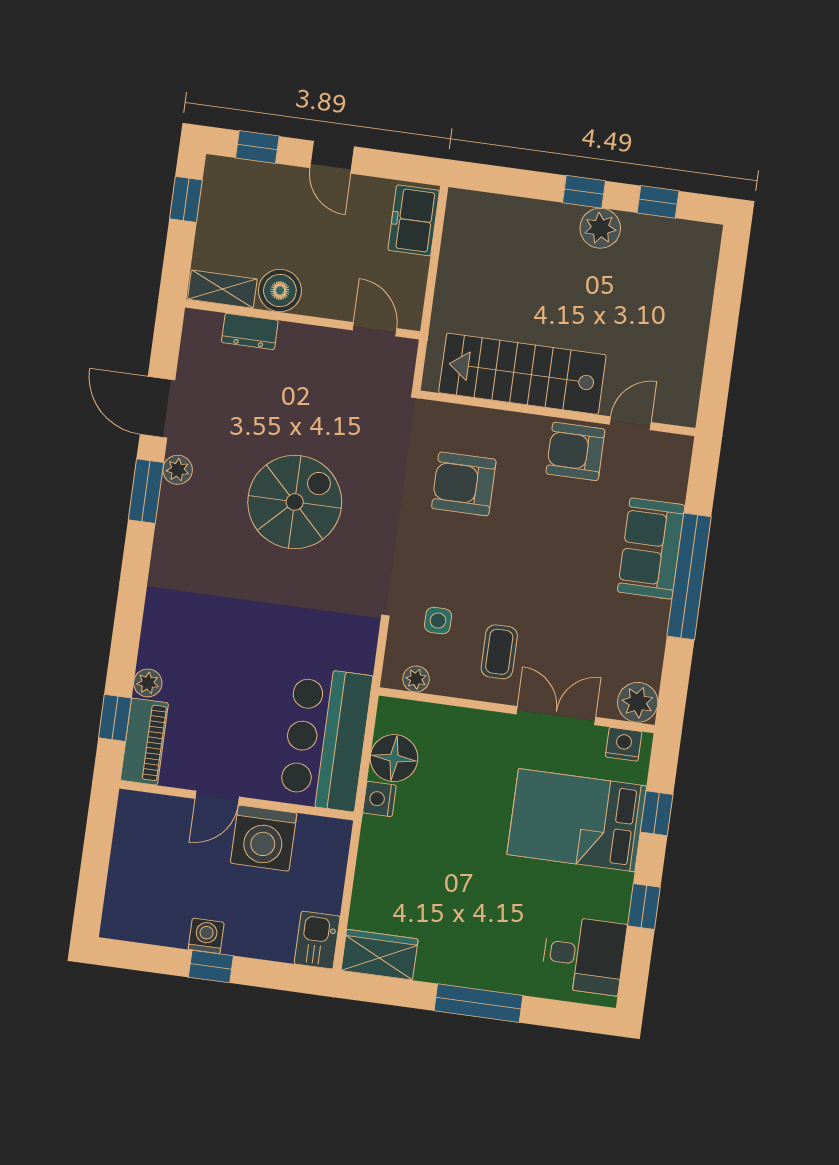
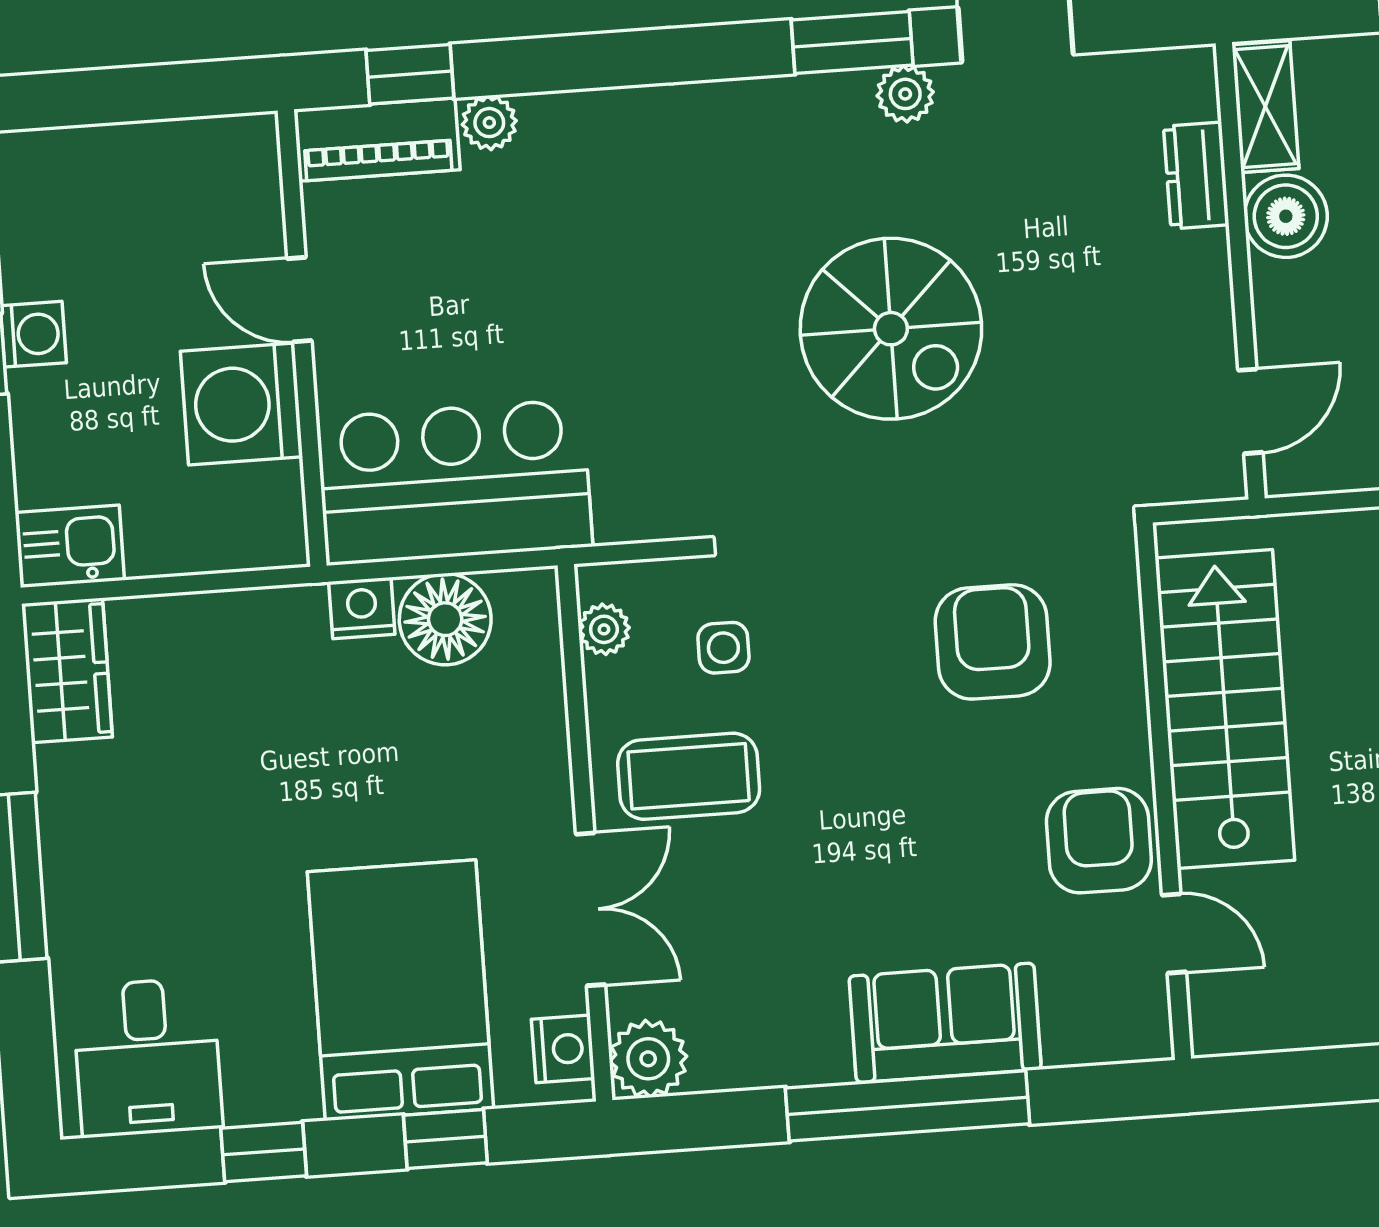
coffee table: (499, 652) -> (689, 776), width x1.36, depth x1.30

